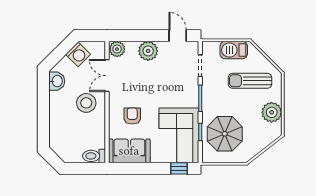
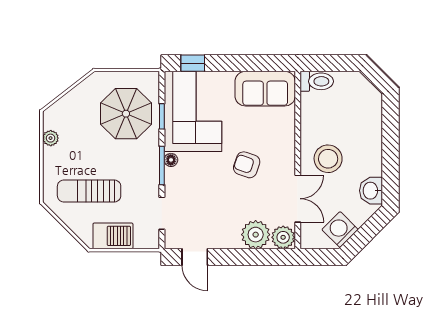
plant: (148, 51) -> (256, 235), moved
sun lounger: (250, 81) -> (89, 191), turned 180
floor lamp: (194, 102) -> (171, 160), added
plant: (272, 112) -> (51, 138), width x0.53, depth x0.53
armchair: (132, 116) -> (247, 165), moved, turned 109

